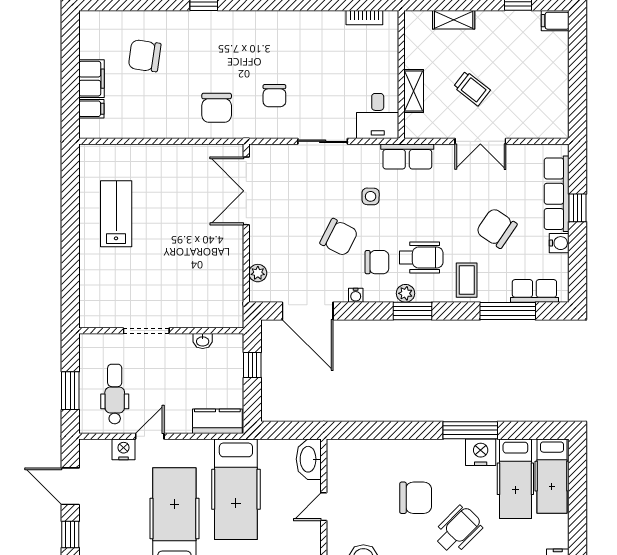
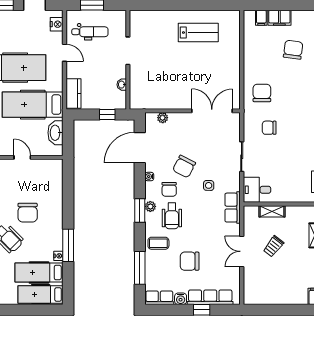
chair: (217, 108) -> (262, 93), turned 90
chair: (497, 228) -> (190, 261), turned -124
row of seats: (534, 291) -> (159, 298), moved, turned -90
nightstand: (124, 449) -> (57, 24), moved
nightstand: (481, 452) -> (58, 256), width x0.53, depth x0.56
washbasin: (309, 459) -> (56, 133), moved, turned -90

